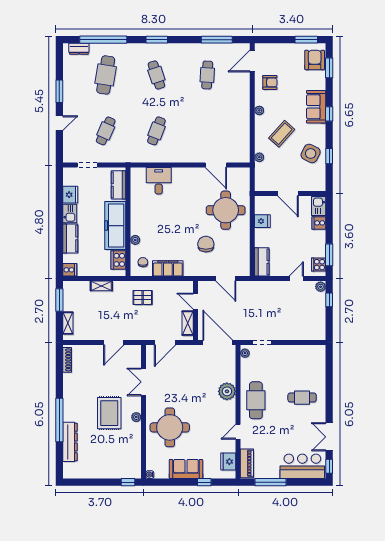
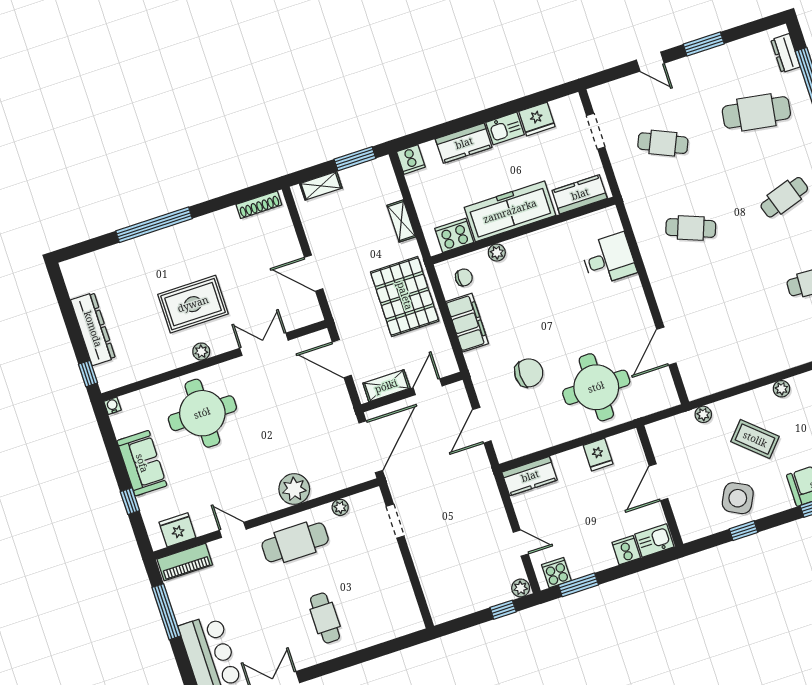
pallet: (143, 298) -> (405, 296), width x2.05, depth x2.00
plant: (245, 353) -> (340, 507), moved
dresser: (70, 442) -> (93, 329), moved, turned -90

